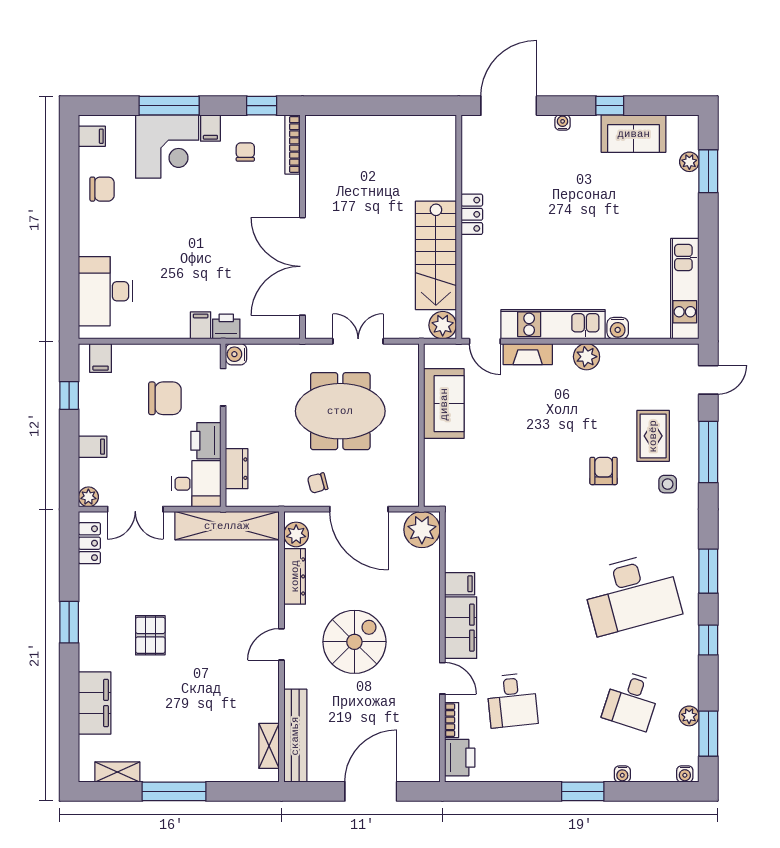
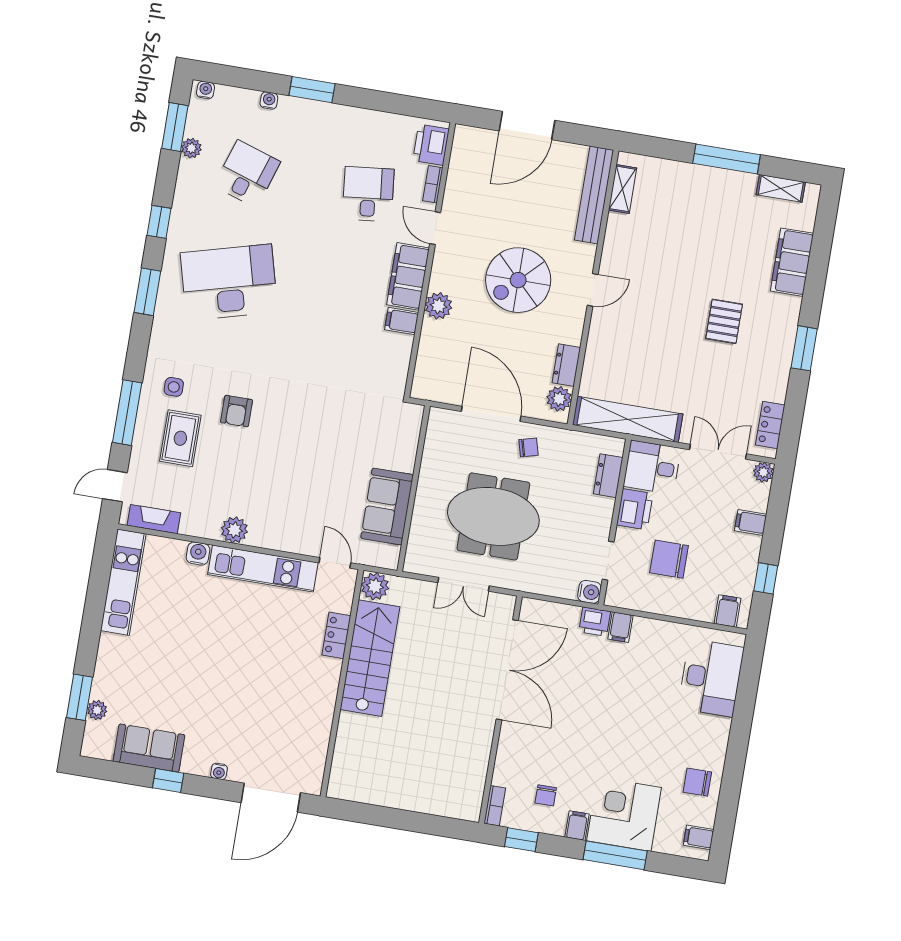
bookcase: (293, 144) -> (495, 806), width x0.64
locker: (472, 214) -> (336, 635), moved
fireplace: (528, 354) -> (154, 519), moved
plant: (422, 530) -> (438, 306), moved, width x0.73, depth x0.73
dresser: (295, 576) -> (566, 365), width x0.70

